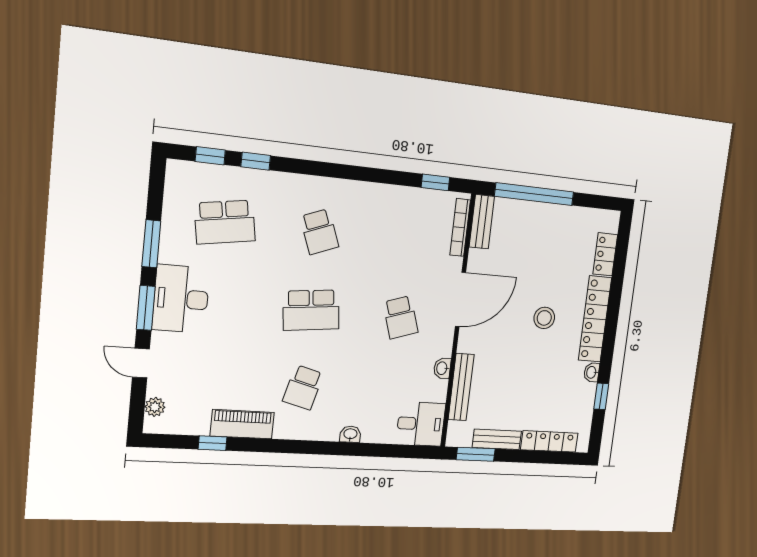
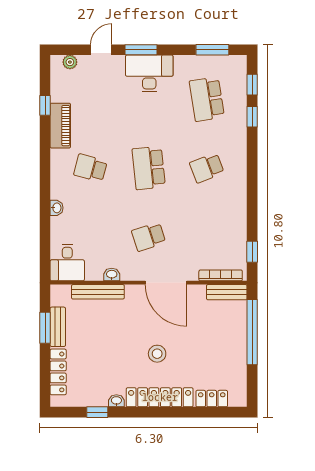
window: (151, 244) -> (212, 50), moved
window: (476, 454) -> (45, 328), moved

